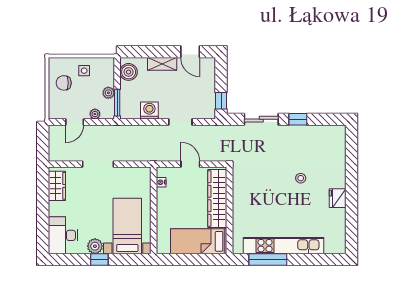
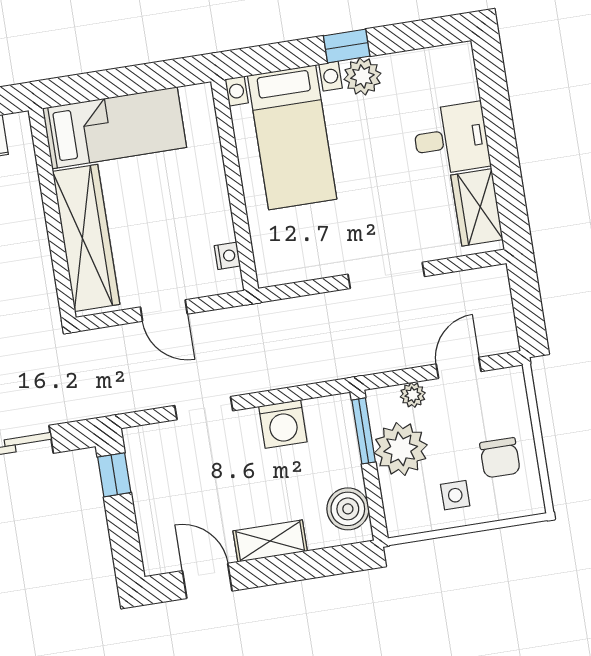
chair: (64, 83) -> (500, 458), turned 90
plant: (108, 93) -> (401, 449), width x1.88, depth x1.88
desk: (63, 235) -> (451, 139), moved, width x0.73

